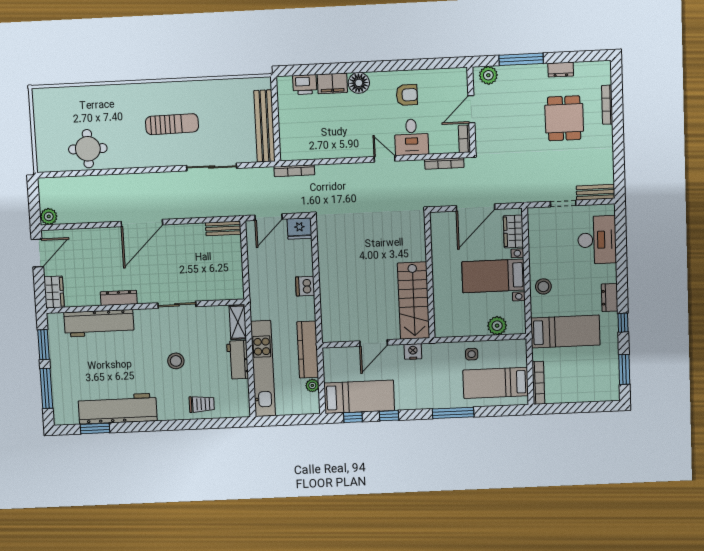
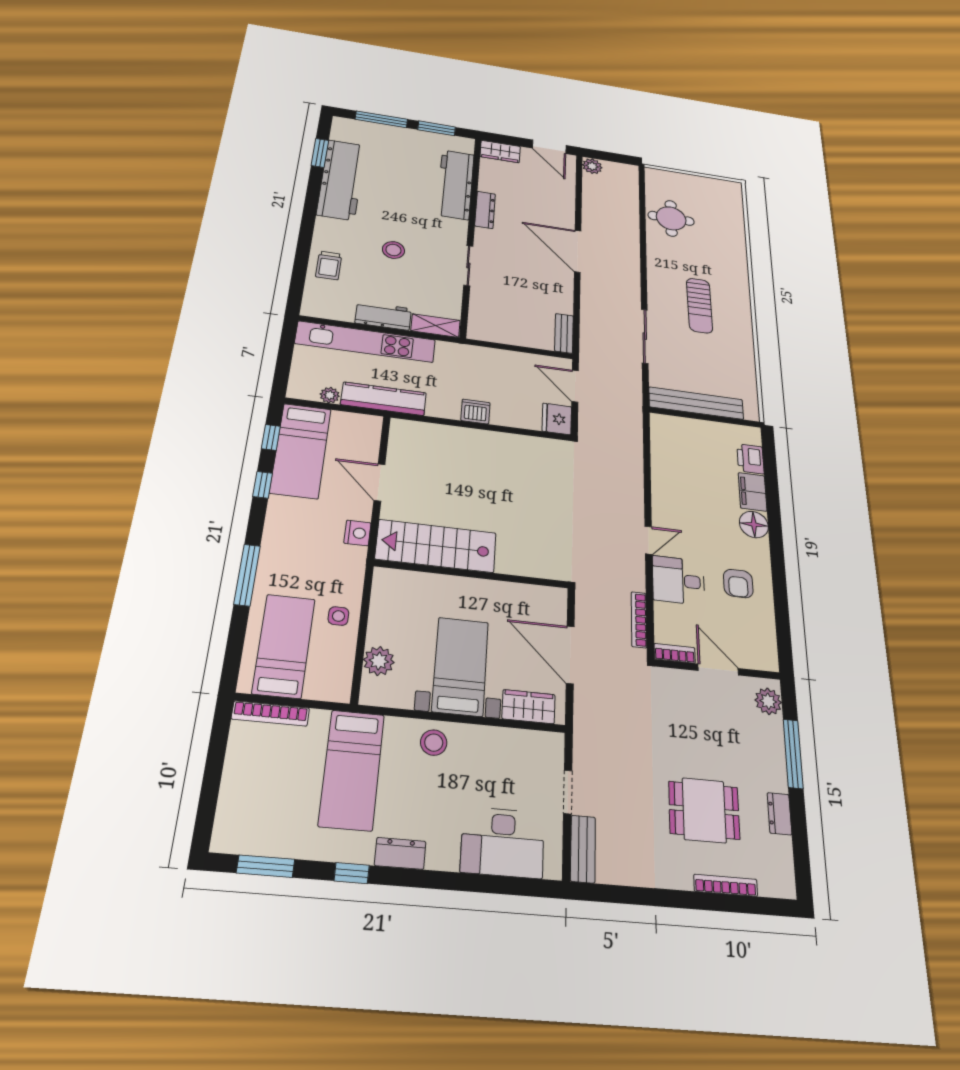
bookcase: (294, 171) -> (636, 427), removed

